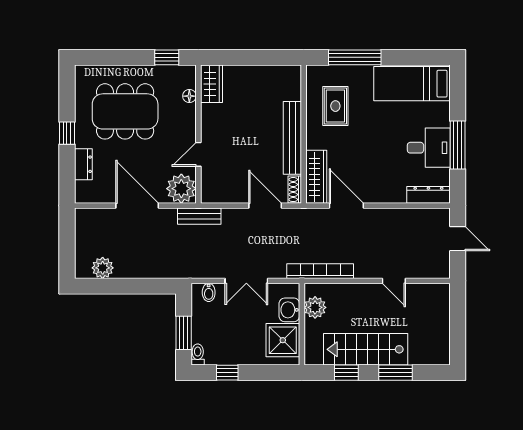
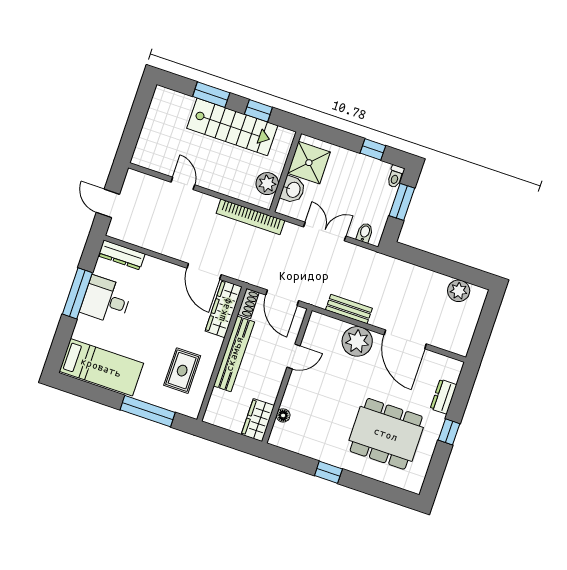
wardrobe: (212, 84) -> (258, 420), moved
floor lamp: (189, 96) -> (283, 415), moved
wall: (198, 134) -> (287, 376), moved
door: (198, 154) -> (294, 357), moved

